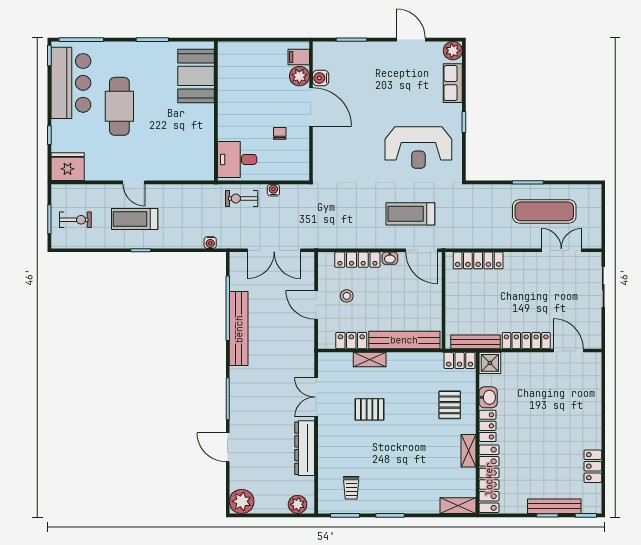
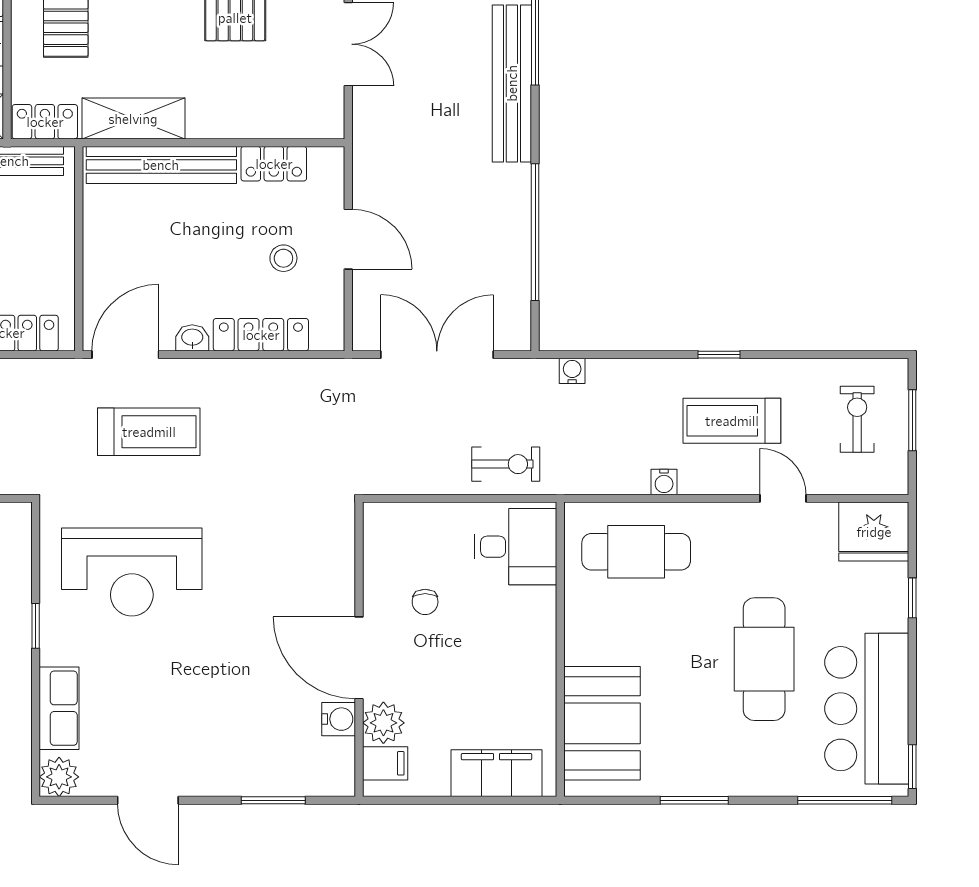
filing cabinet: (246, 52) -> (497, 773), added
reception desk: (418, 148) -> (132, 572), turned 180
cafe table: (180, 157) -> (636, 552), added
door: (134, 182) -> (783, 498), moved
water cooler: (273, 190) -> (664, 482), moved
treadmill: (135, 219) -> (732, 421), turned 180
exercise bike: (75, 220) -> (857, 419), turned 90
door: (421, 250) -> (125, 355), hinge flipped
bench: (239, 329) -> (512, 83), moved
shelving: (370, 360) -> (133, 119), moved, width x1.50, depth x1.33

